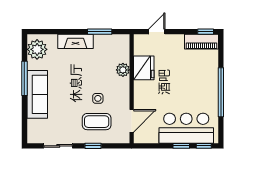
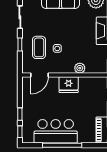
fridge: (144, 68) -> (69, 85), moved
door: (132, 121) -> (40, 75), hinge flipped
bar counter: (186, 128) -> (56, 131), moved, turned -90

